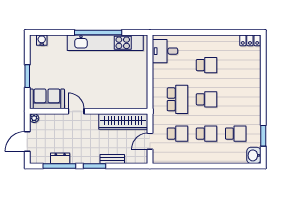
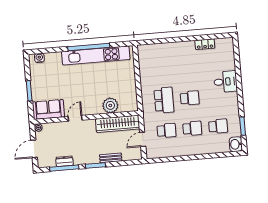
locker: (250, 40) -> (205, 44), moved
desk: (165, 51) -> (225, 82), moved, turned 180
school desk: (207, 65) -> (187, 68), removed
plant: (117, 100) -> (110, 105), added
door: (76, 111) -> (75, 118), hinge flipped

